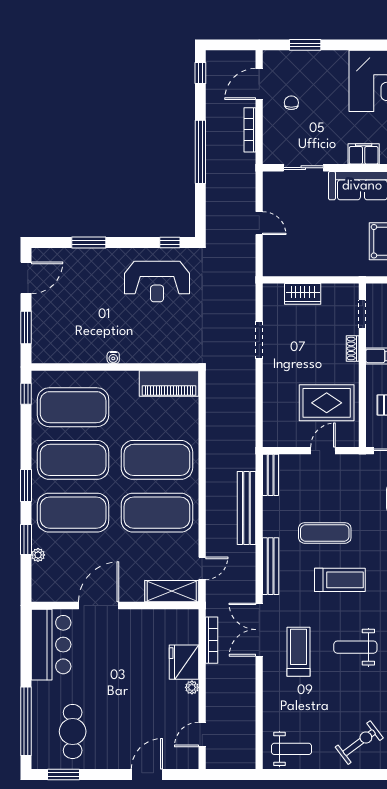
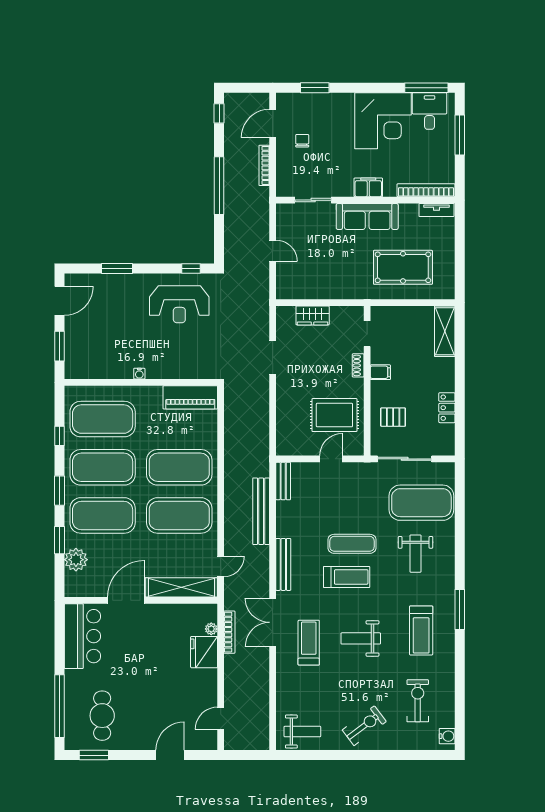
window: (26, 394) -> (60, 436), moved
exercise mat: (325, 533) -> (352, 544), moved
plant: (38, 555) -> (76, 560), width x1.87, depth x1.87
shelving: (172, 591) -> (181, 587), width x1.47
plant: (192, 687) -> (211, 629), moved

